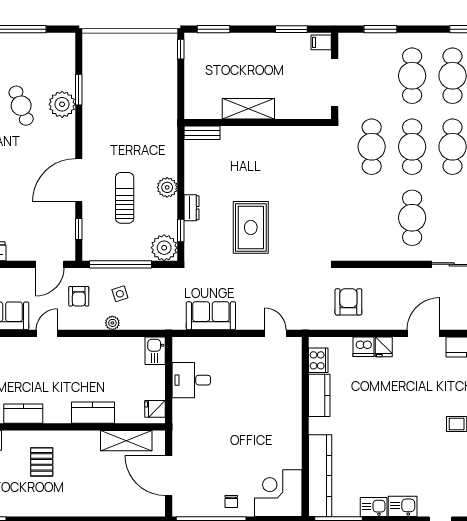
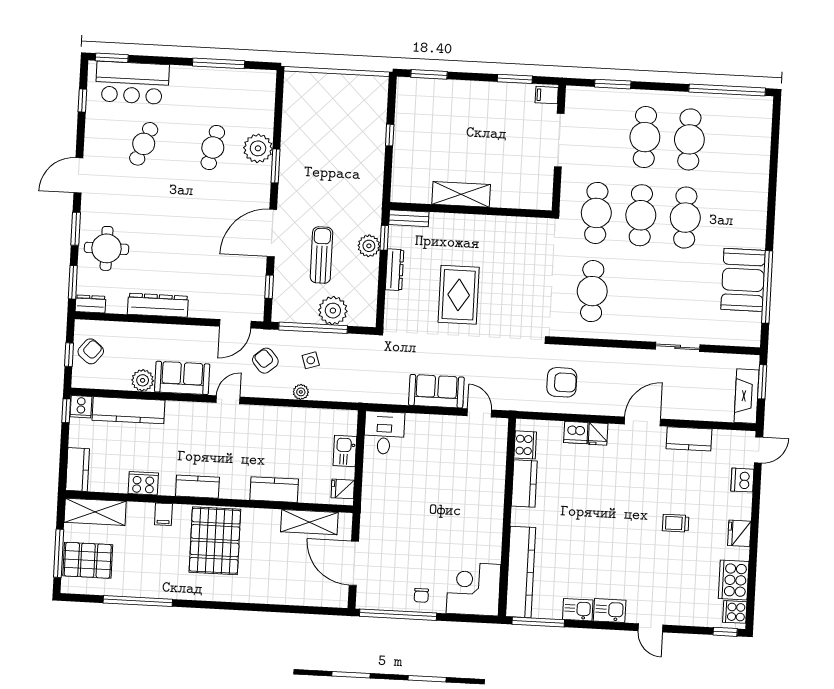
window: (181, 49) -> (390, 135), moved
window: (79, 90) -> (275, 166), moved
cafe table: (21, 106) -> (213, 147), turned 33
shelving: (248, 109) -> (461, 194), moved
wall: (258, 123) -> (471, 210), moved
bench: (202, 133) -> (409, 218), moved
dresser: (192, 208) -> (395, 270), width x1.44
cafe table: (412, 218) -> (592, 291), moved
window: (181, 230) -> (384, 238), moved
plant: (164, 248) -> (333, 311), moved
armchair: (79, 296) -> (265, 361), turned 139
armchair: (348, 302) -> (562, 382), turned 90
sofa: (211, 316) -> (436, 391), moved
kitchen sink: (155, 351) -> (345, 451), moved
desk: (191, 380) -> (384, 433), moved, turned 90
pallet: (42, 462) -> (215, 541), width x2.05, depth x2.00

